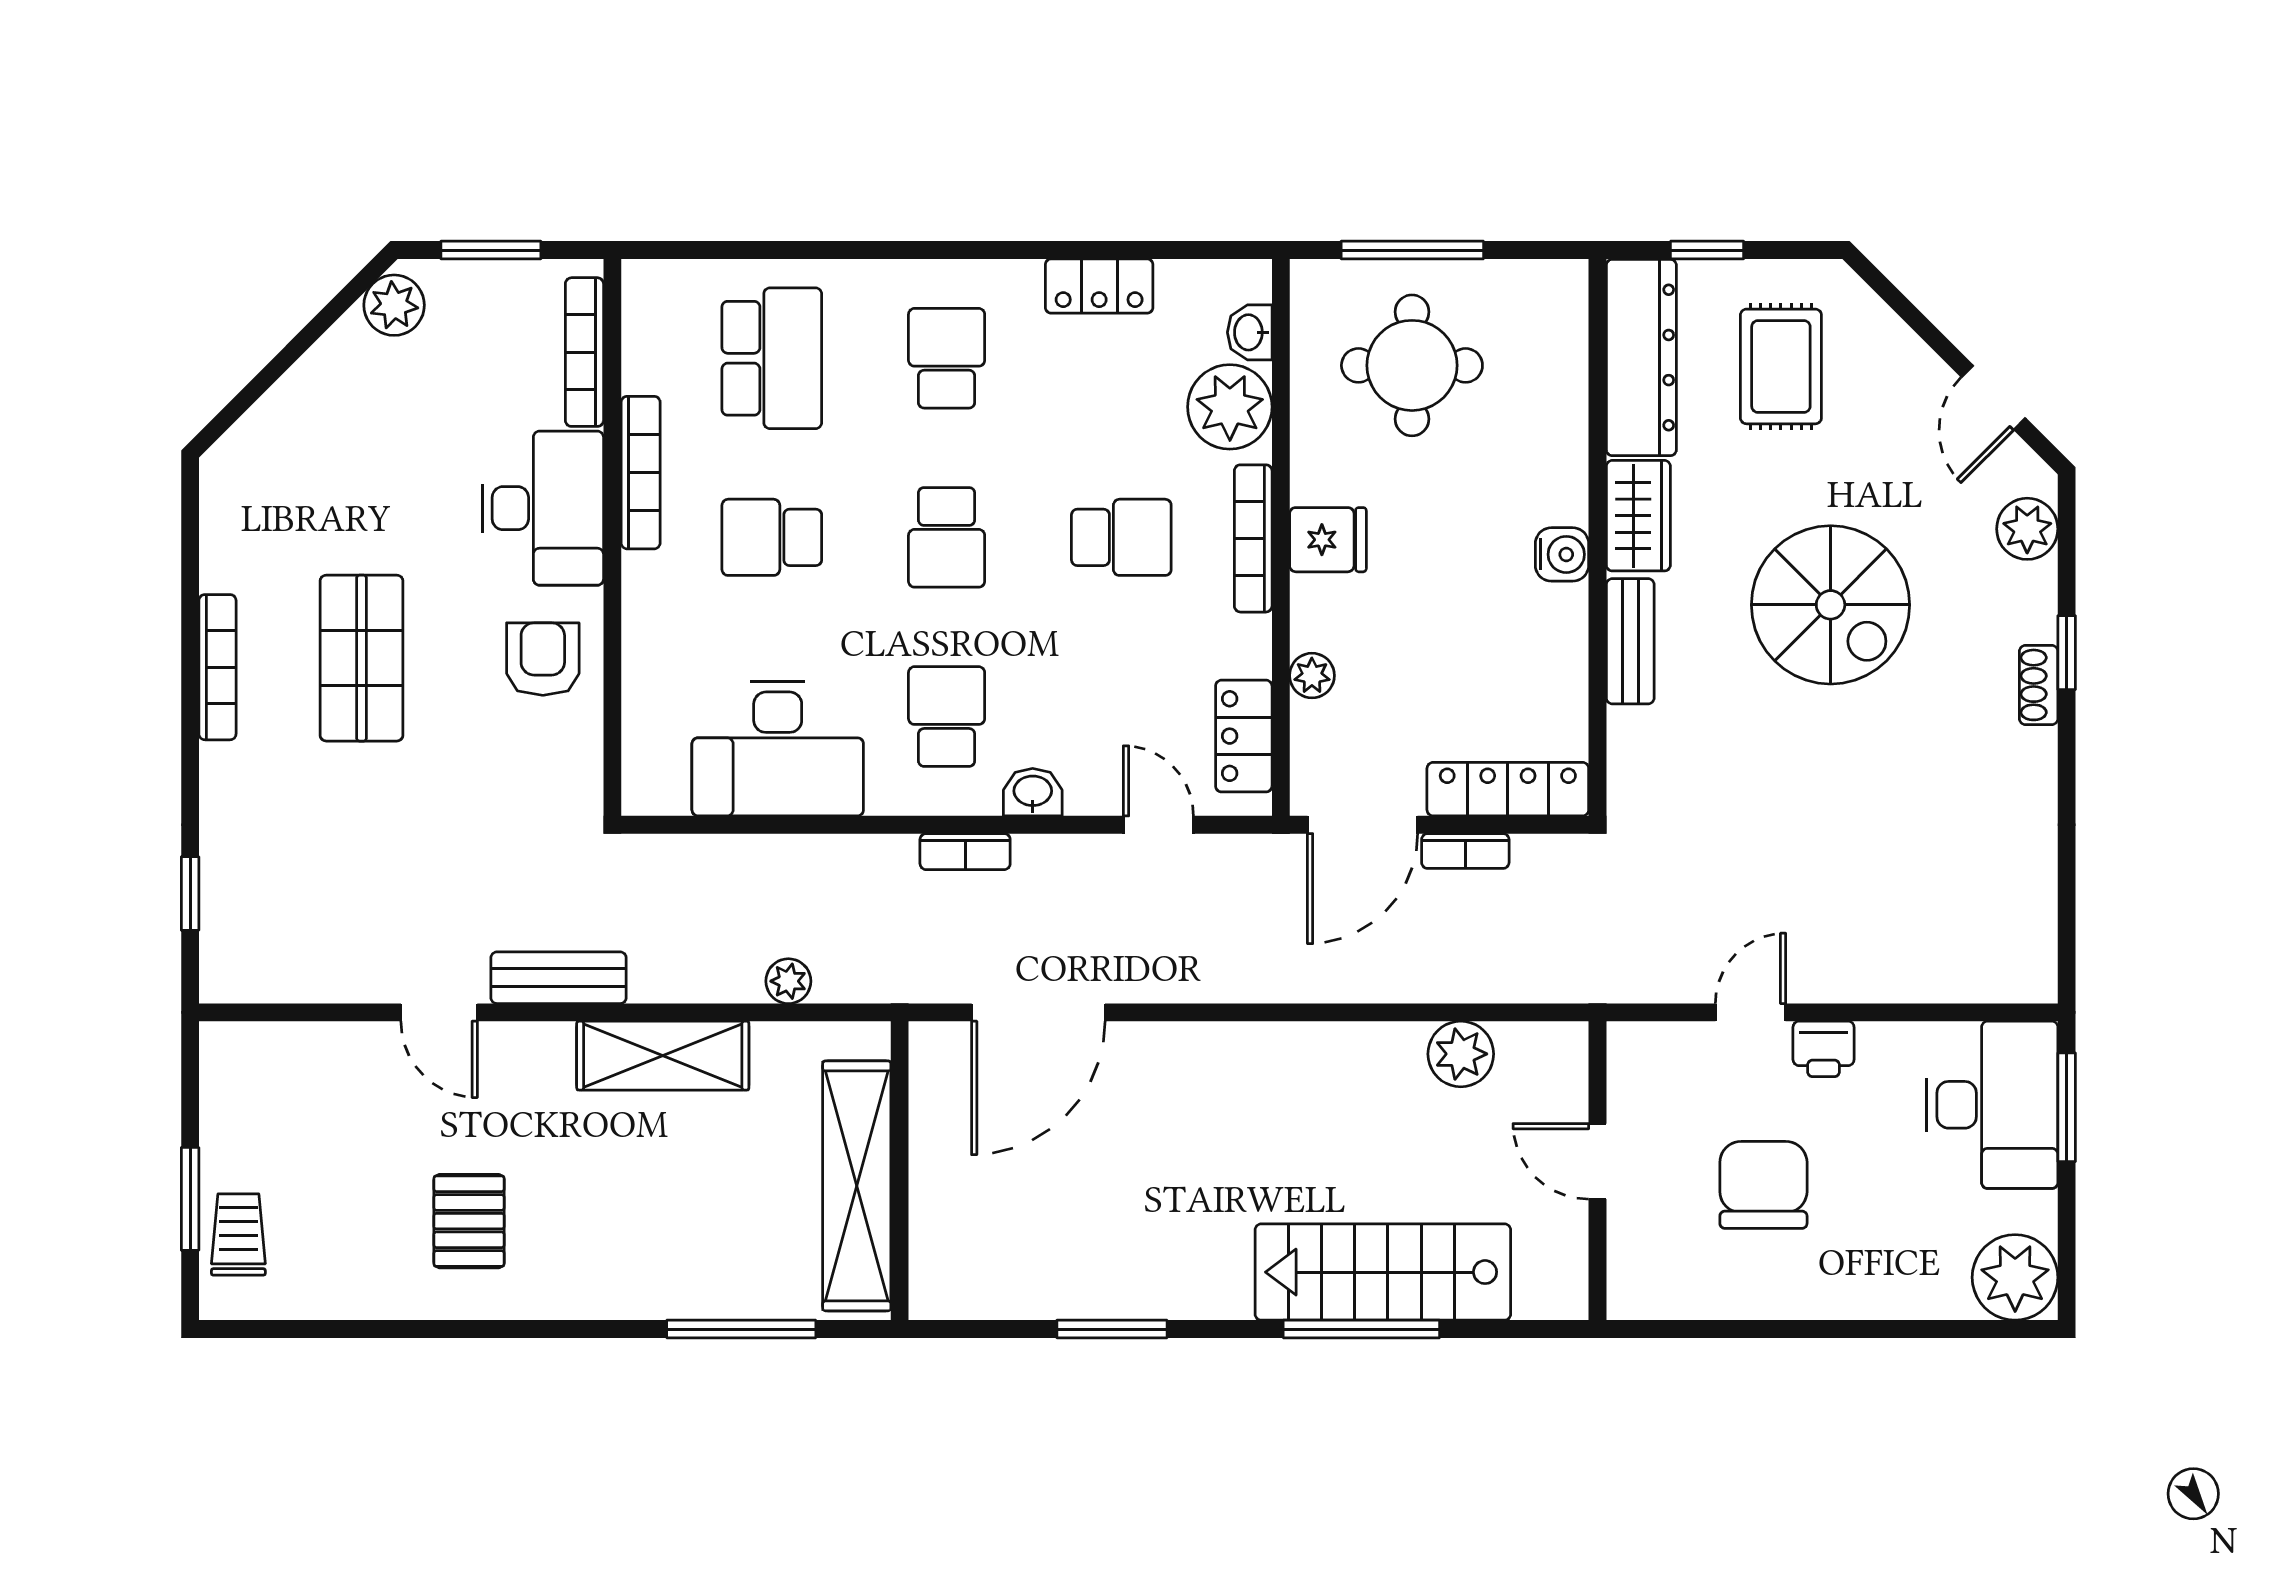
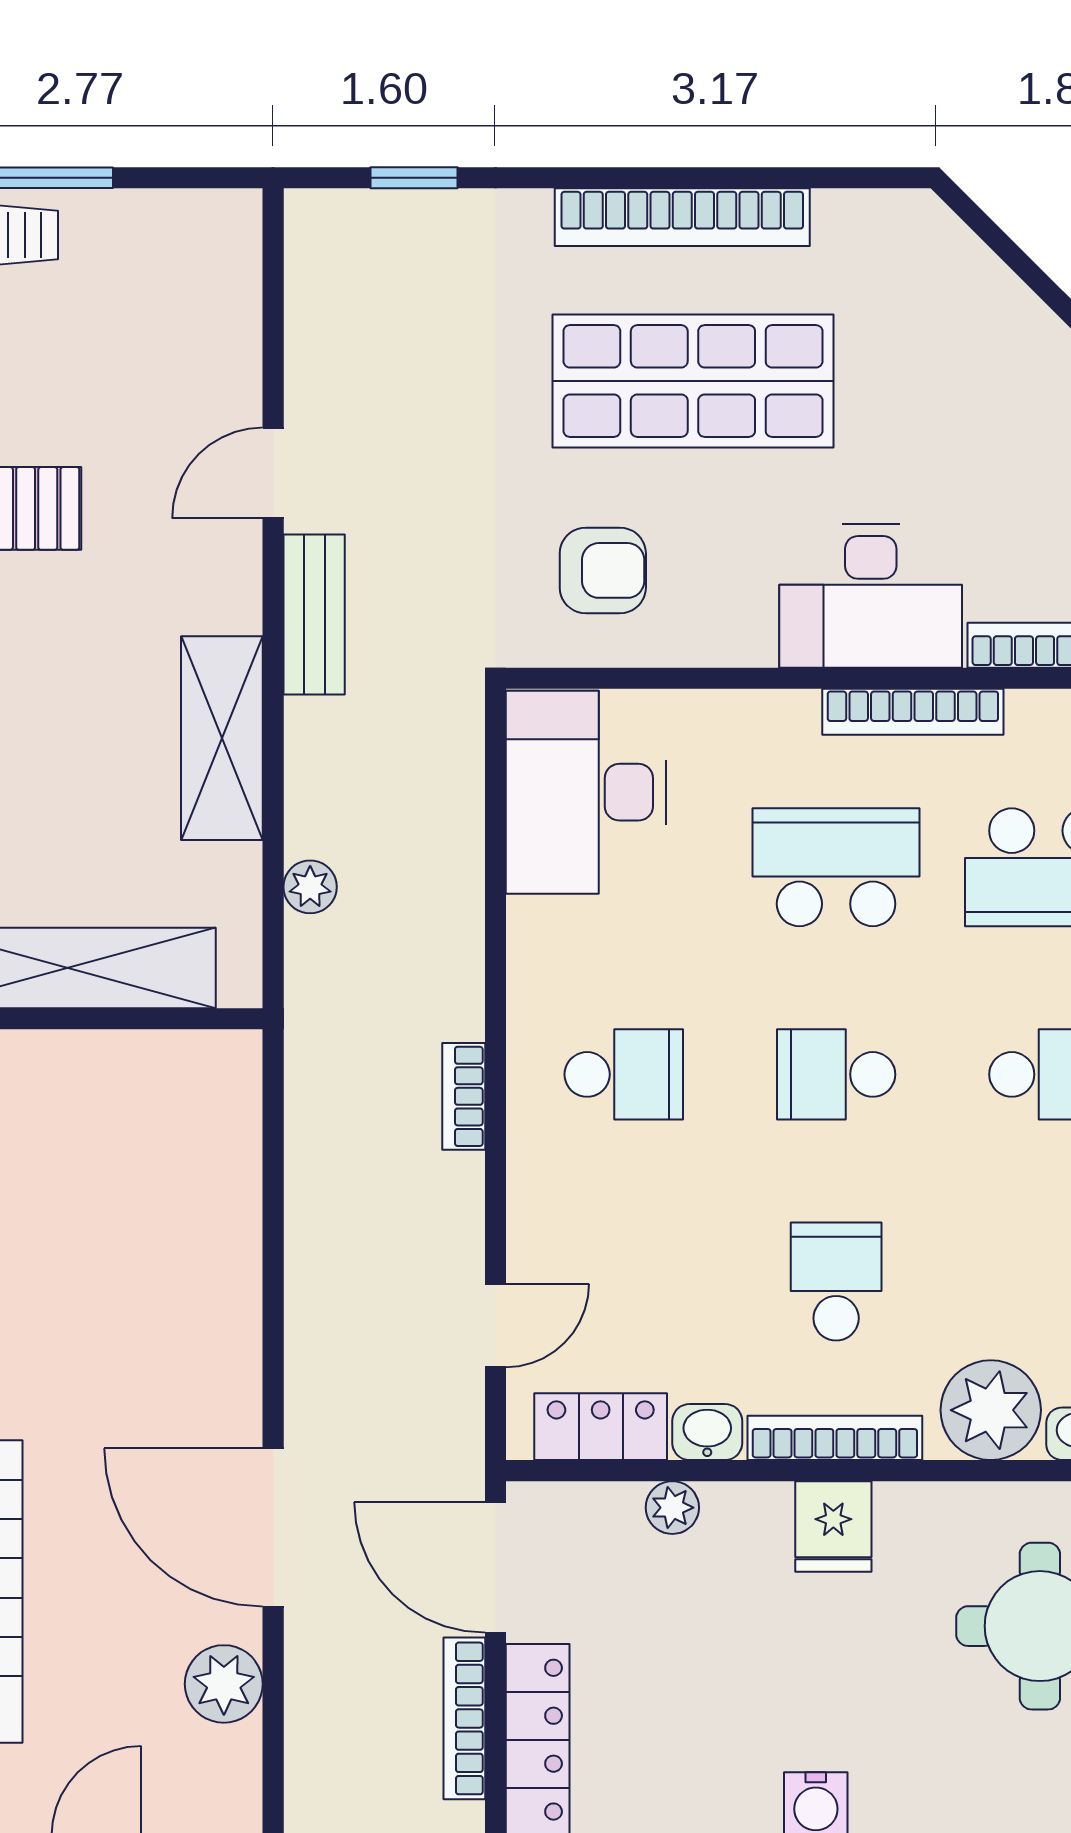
school desk: (772, 537) -> (836, 867), width x1.85
school desk: (1121, 537) -> (836, 1282), turned 180
shop shelf: (362, 658) -> (693, 381), width x1.43, depth x1.36
armchair: (543, 659) -> (603, 570), moved
bookcase: (217, 667) -> (682, 217), width x1.48, depth x1.31
desk: (778, 749) -> (586, 792), moved
washbasin: (1033, 792) -> (707, 1432), moved, turned -90
bookcase: (1465, 851) -> (464, 1718), width x1.56
door: (1038, 1012) -> (273, 1527), moved

